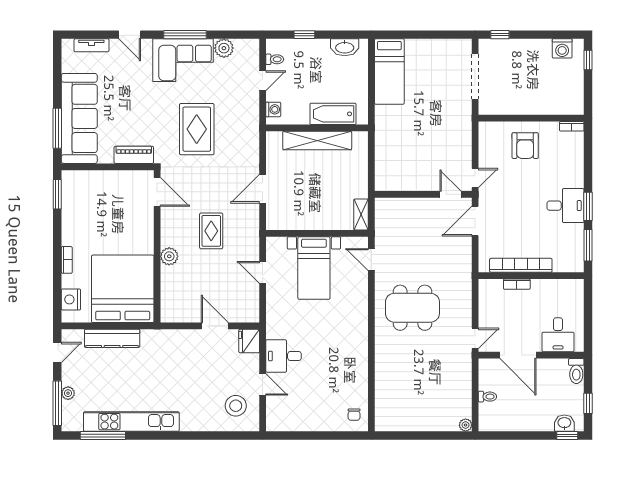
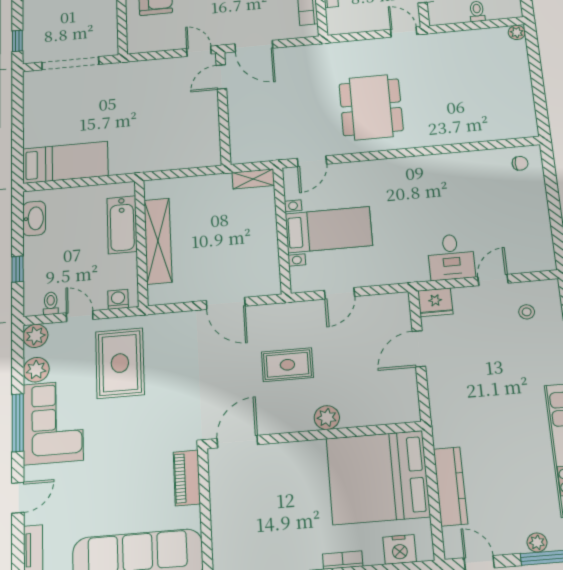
plant: (250, 48) -> (35, 336), added
rug: (197, 129) -> (120, 363), moved, turned 90
stool: (236, 406) -> (527, 312), width x0.53, depth x0.53

